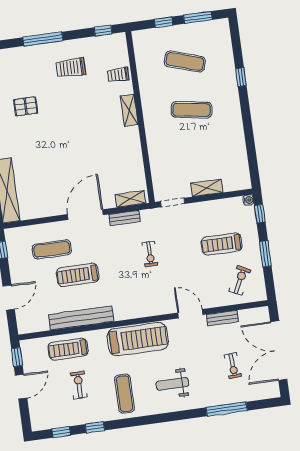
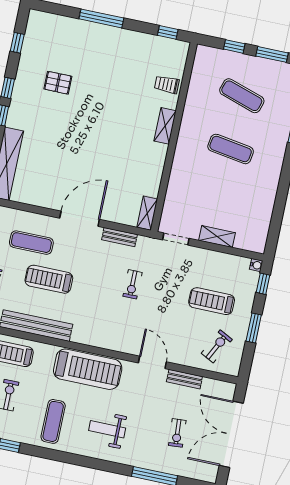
trolley: (71, 68) -> (120, 59), removed
shelving: (130, 199) -> (147, 213), moved, turned 90

